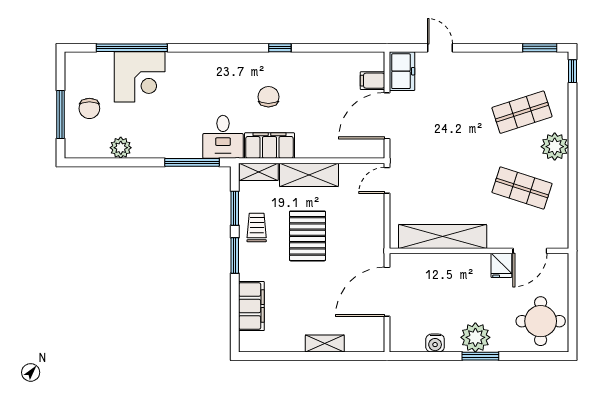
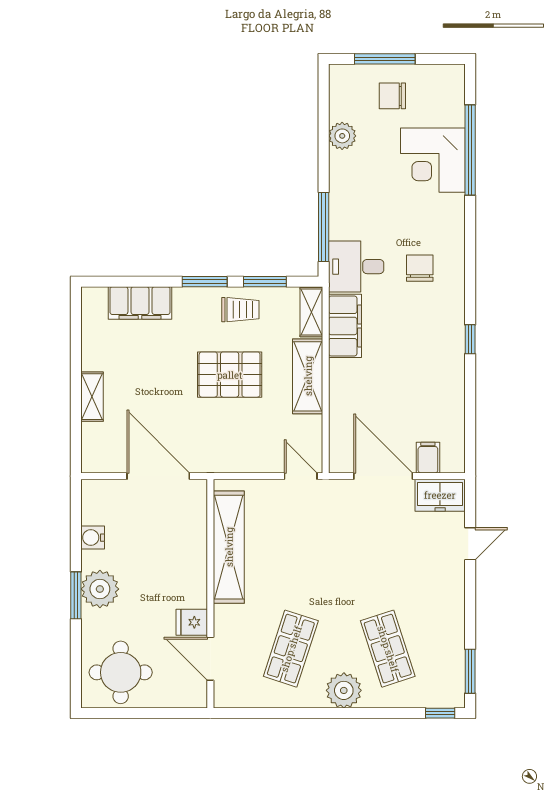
chair: (268, 97) -> (420, 268), moved, turned -90

